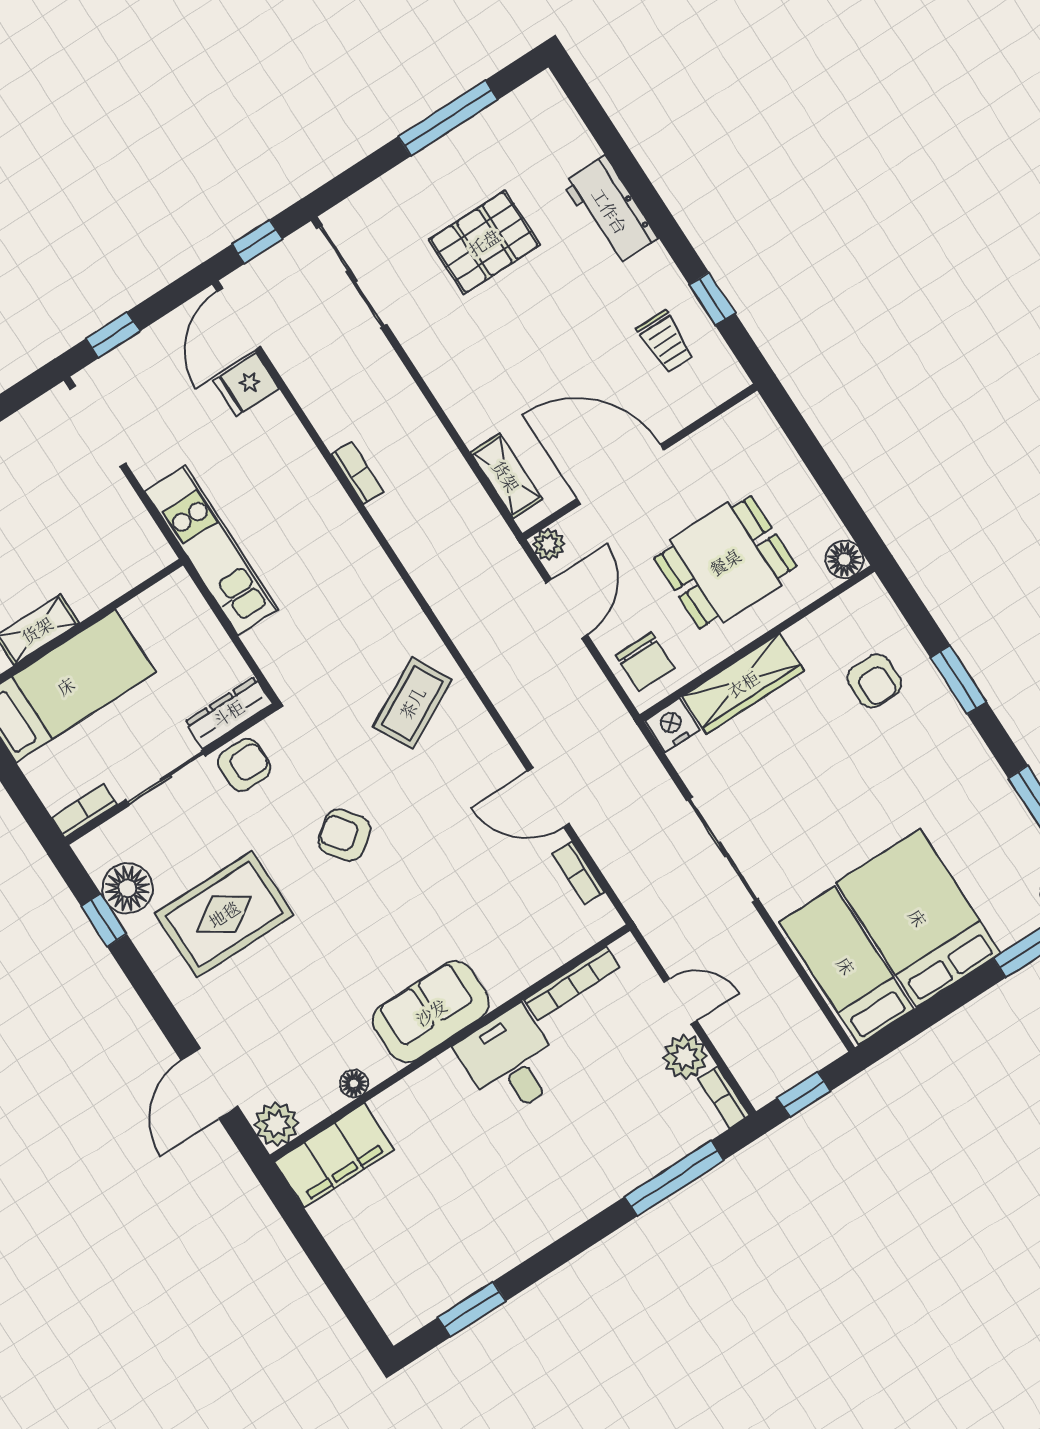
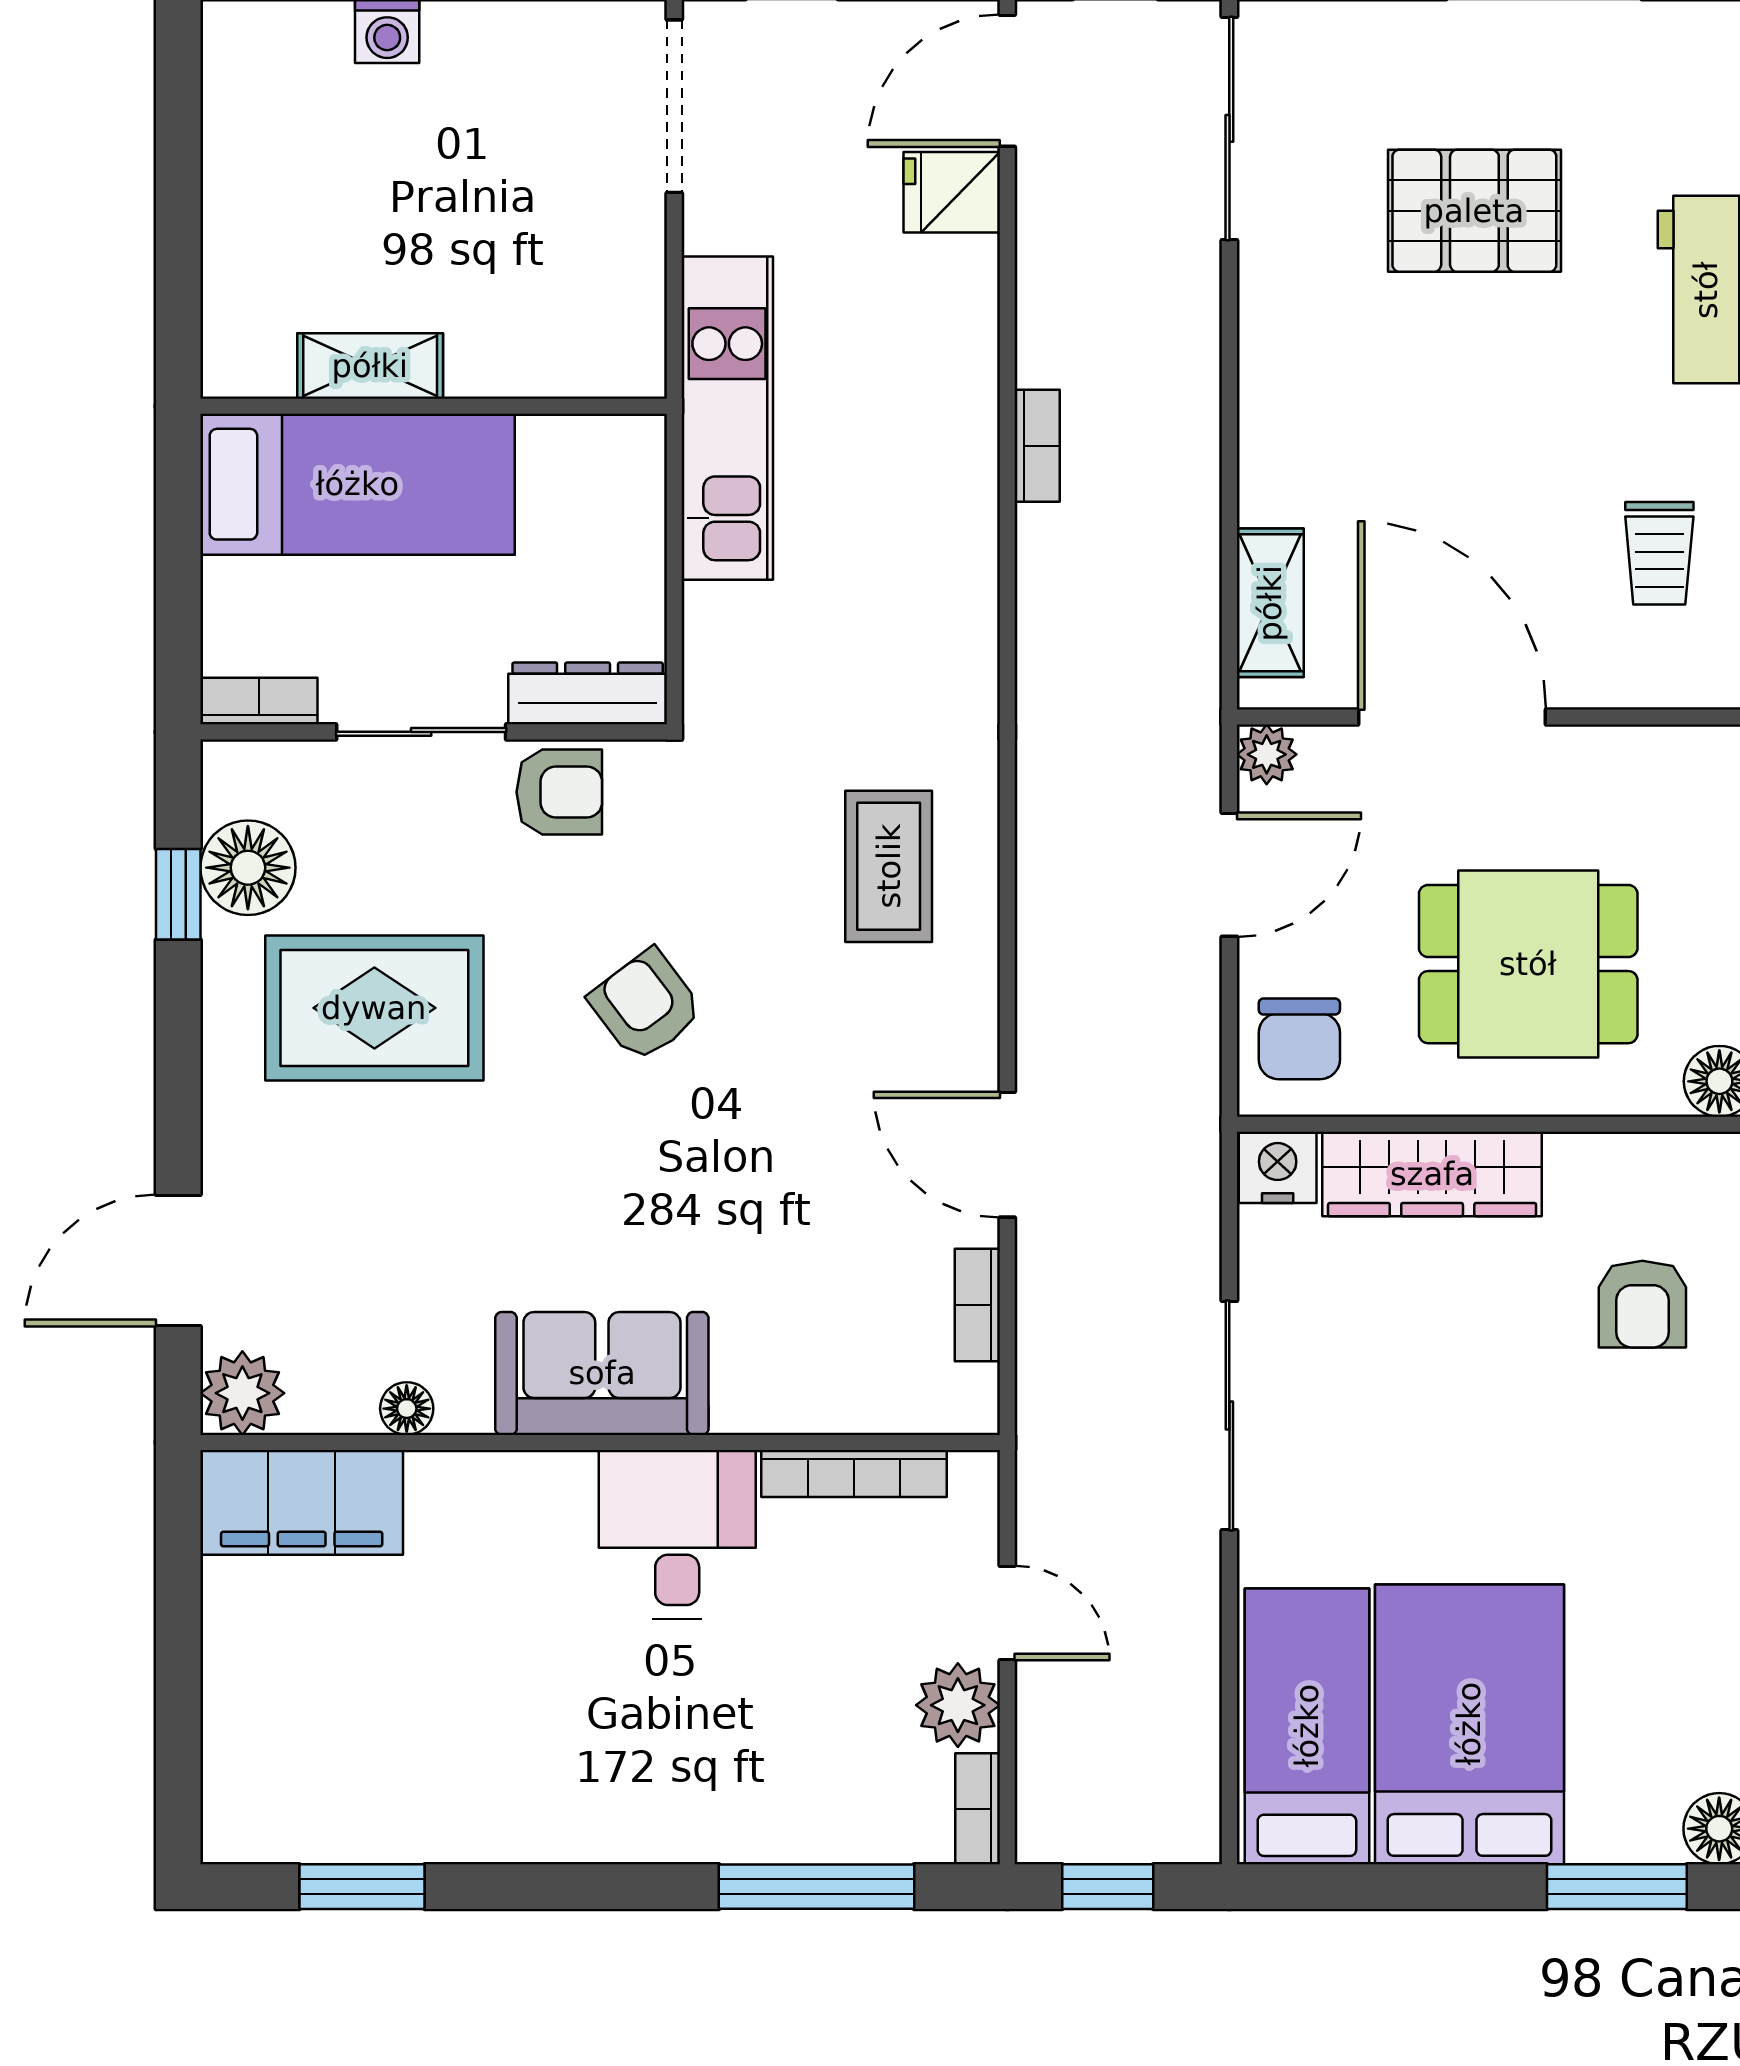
coffee table: (412, 703) -> (889, 866), turned -62

